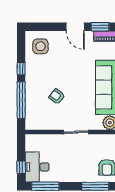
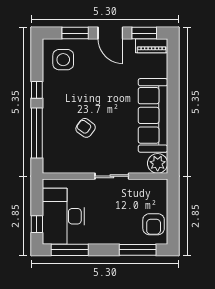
window: (49, 27) -> (75, 33), added
desk: (37, 167) -> (63, 216), width x1.36, depth x1.30

